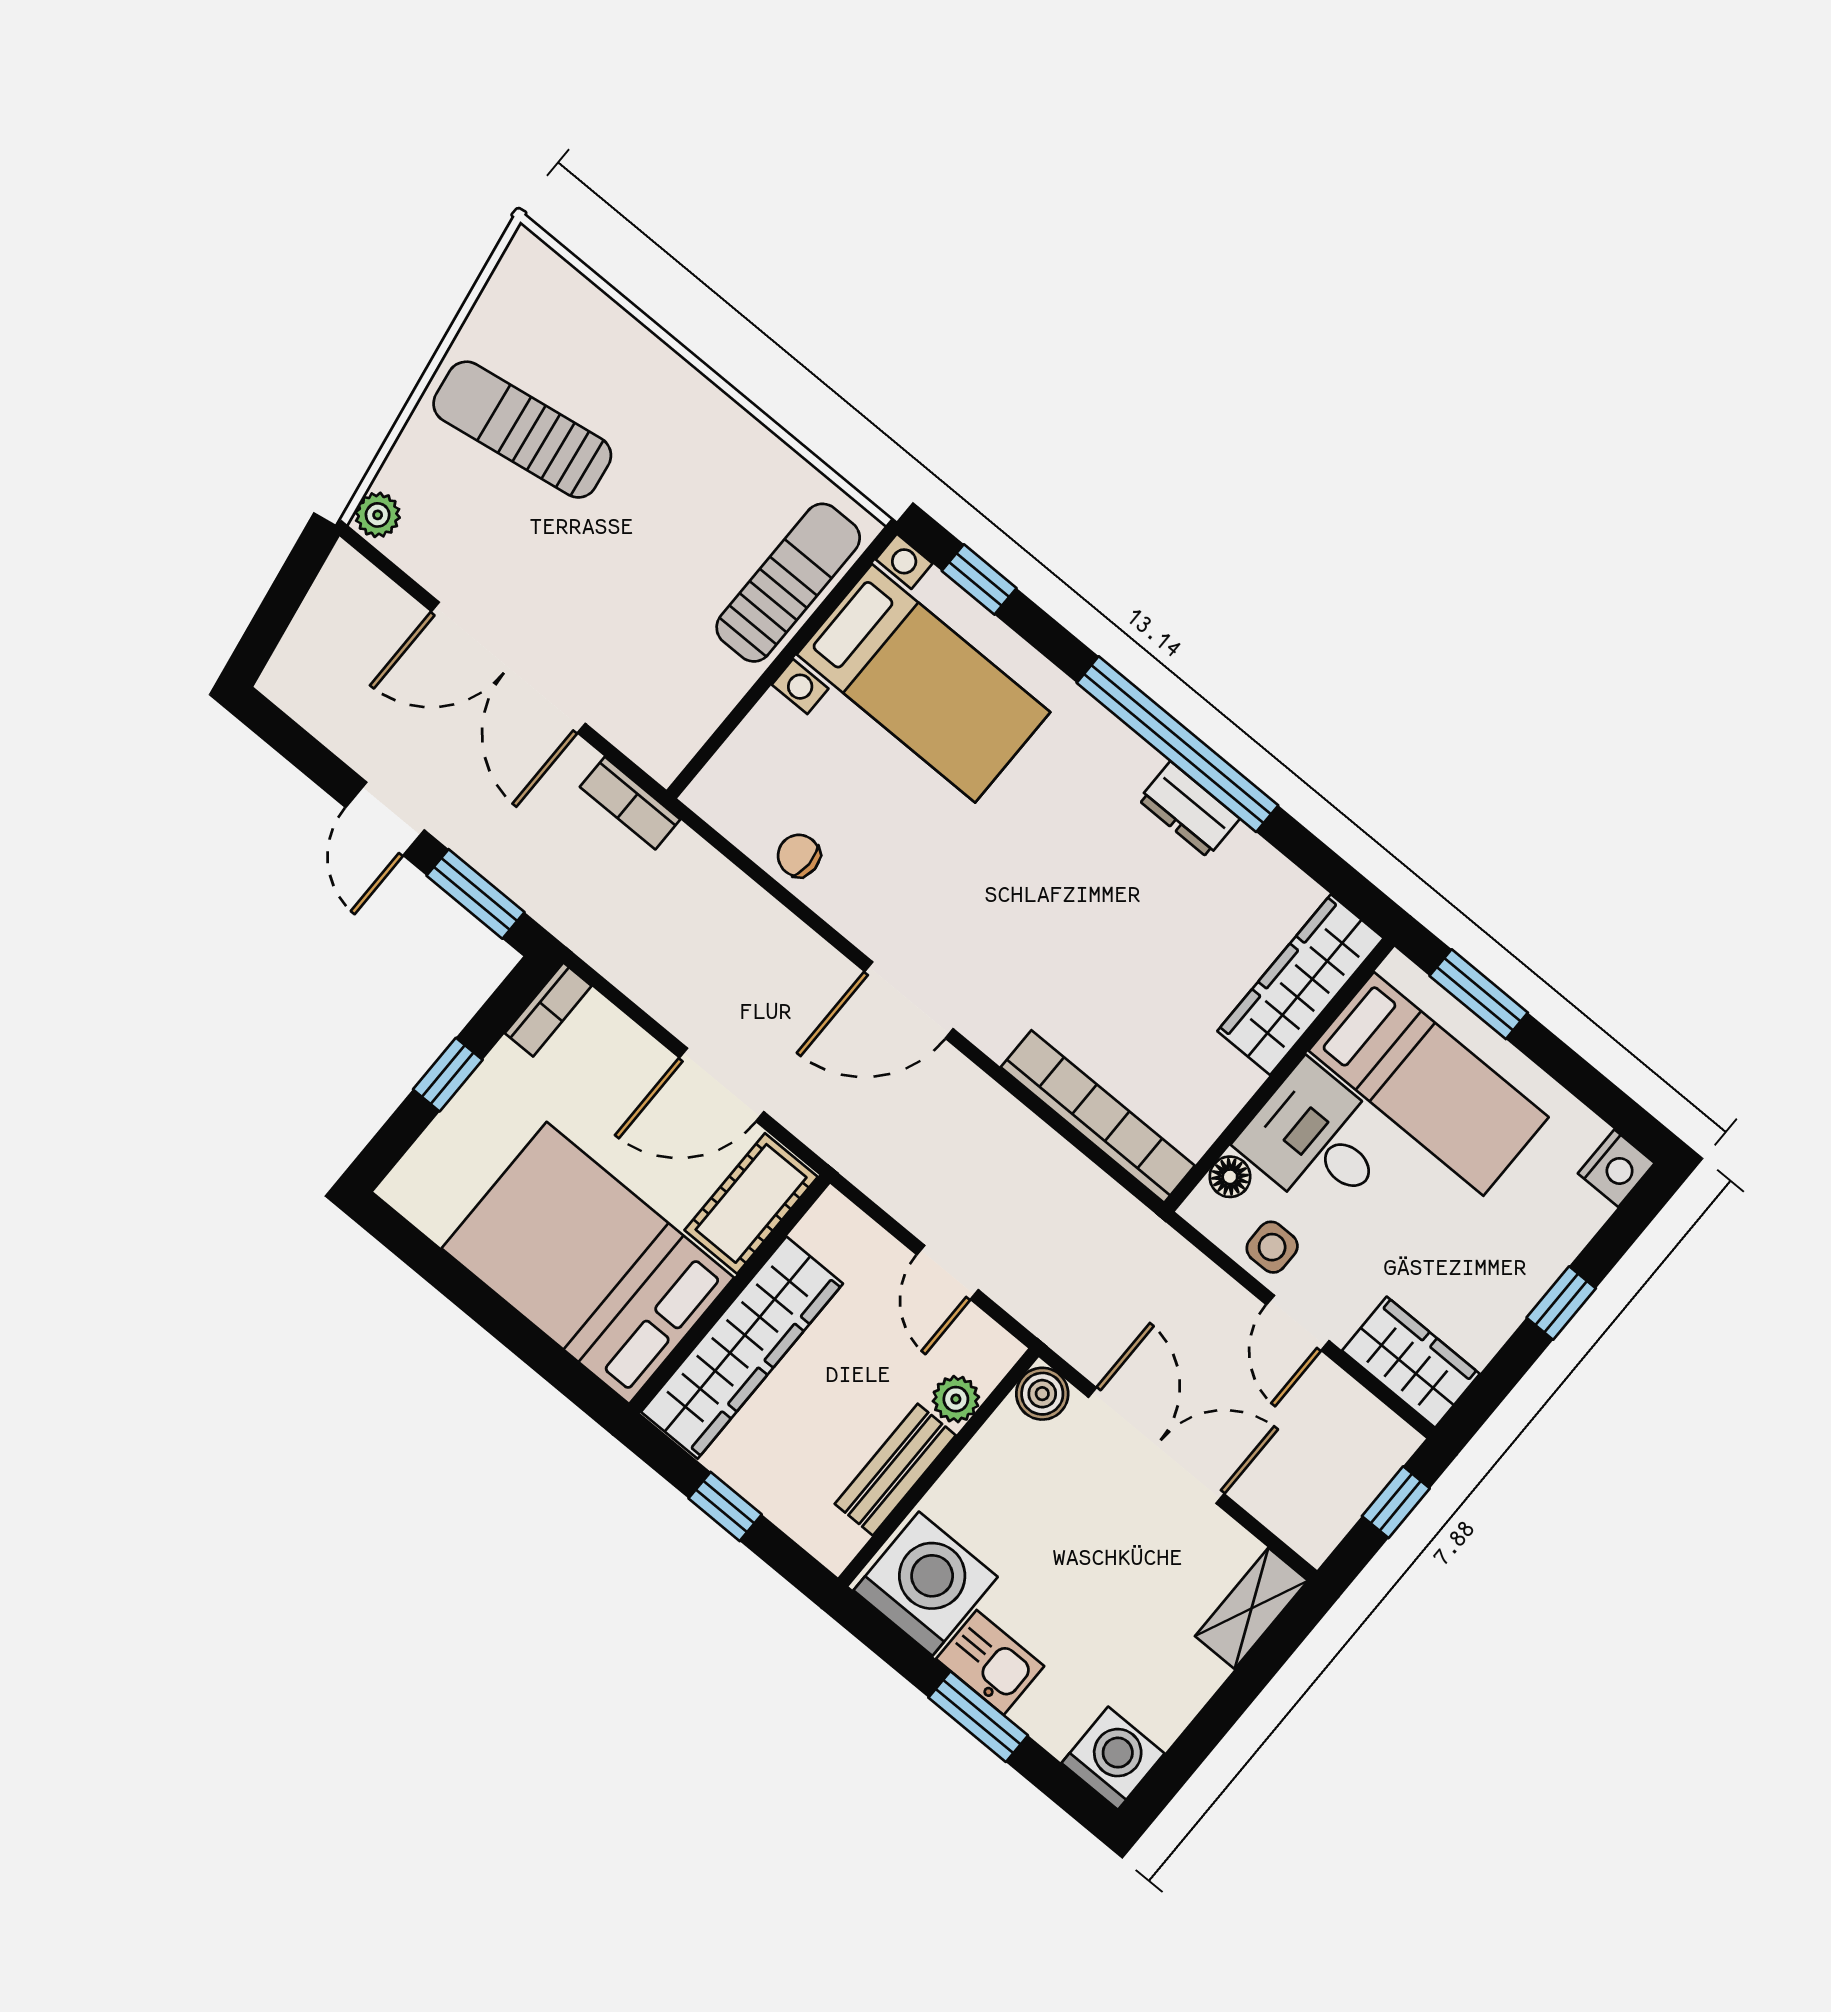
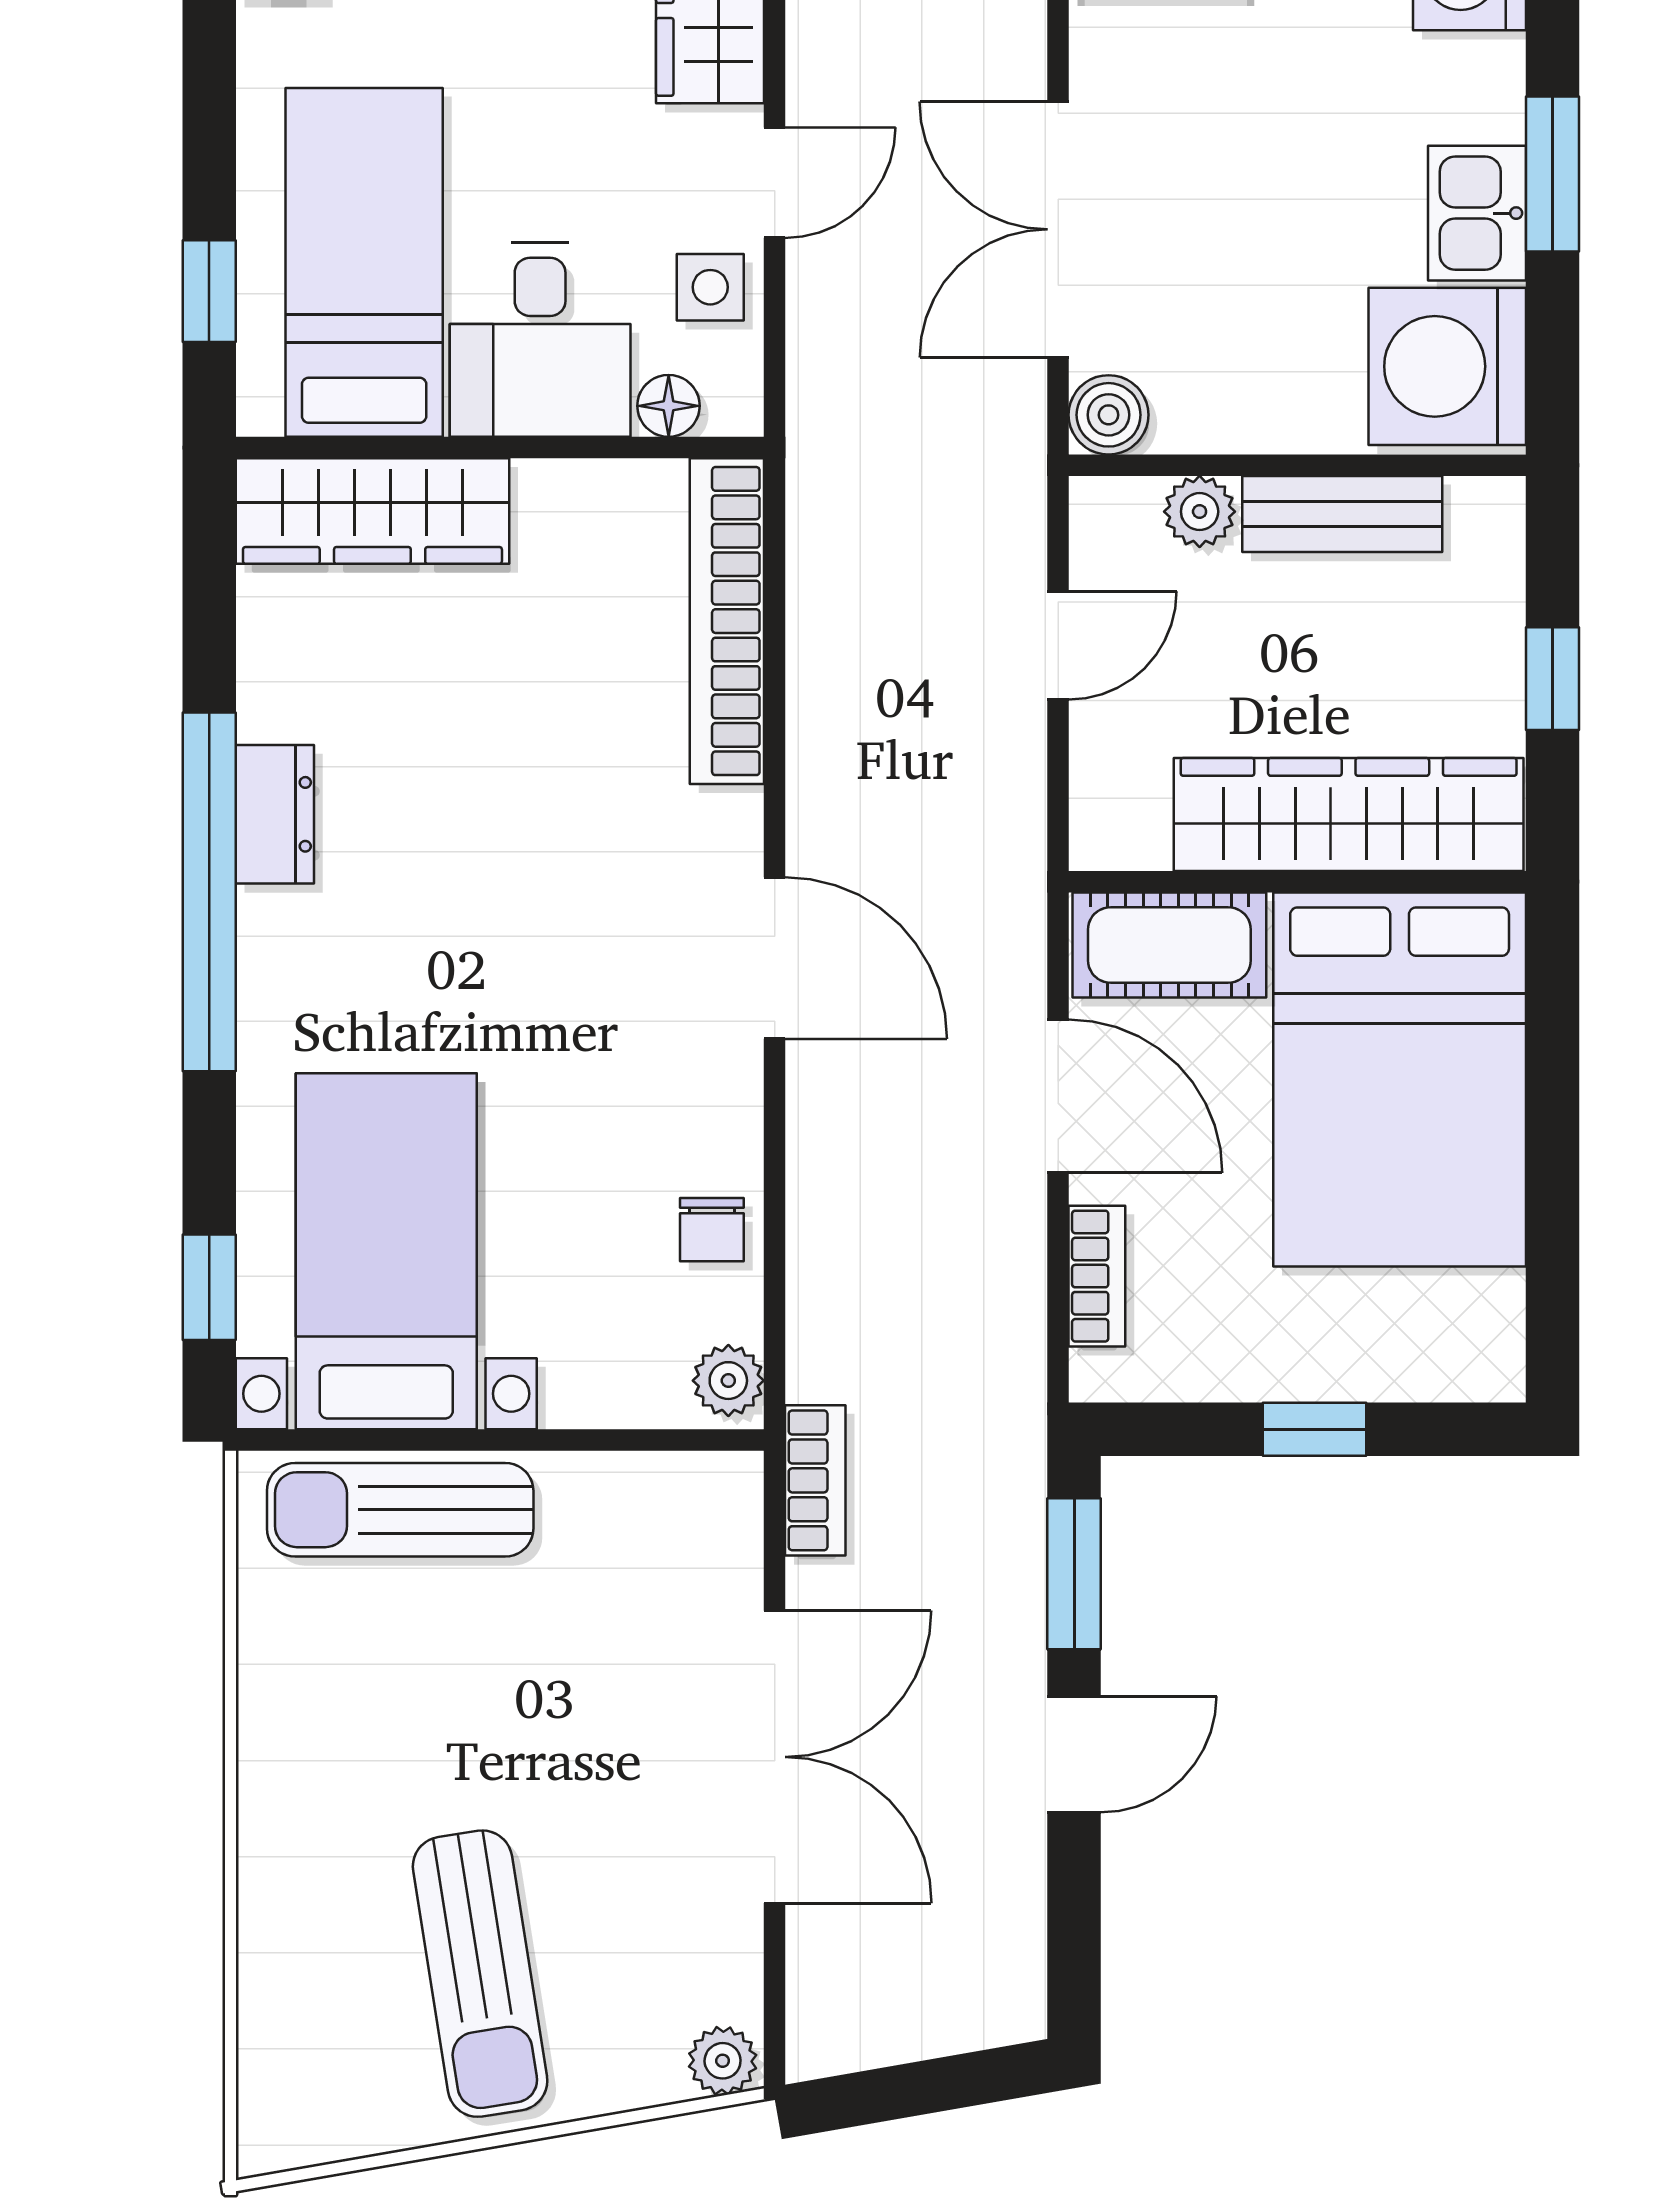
plant: (716, 801) -> (728, 1381), added
window: (1479, 994) -> (209, 291), width x0.67
bookcase: (548, 1010) -> (1097, 1276), moved, turned 90

